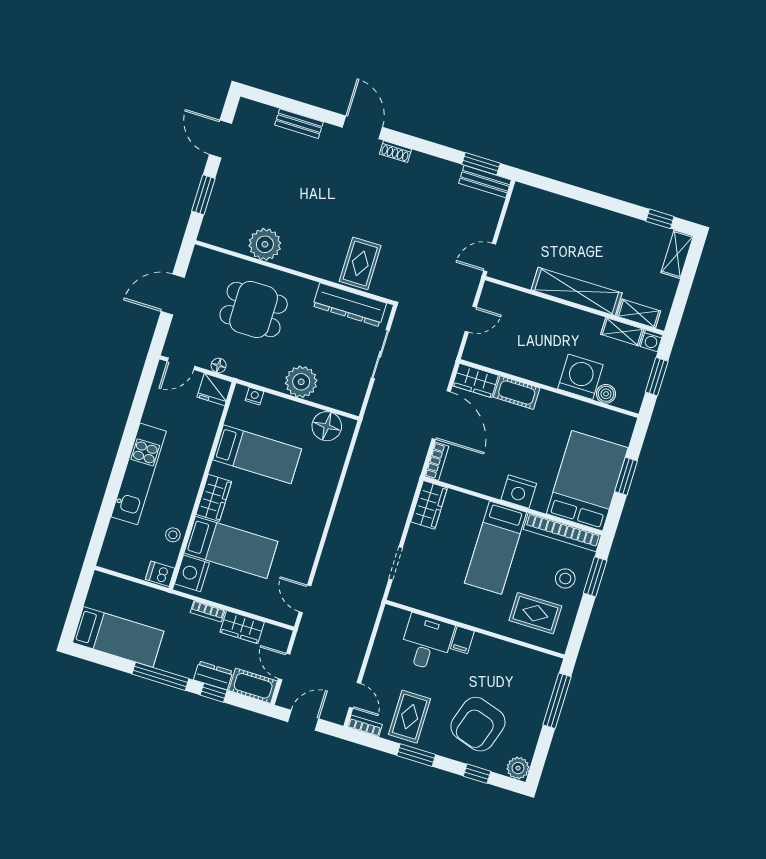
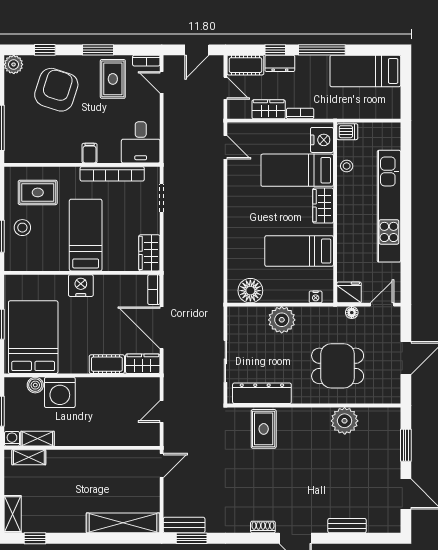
shelving: (577, 291) -> (123, 523), moved
kitchen unit: (139, 474) -> (389, 206), width x1.36
bed: (587, 481) -> (33, 337), moved, turned 180
bookcase: (562, 532) -> (112, 174), moved, turned 180
desk: (426, 642) -> (141, 142), moved

